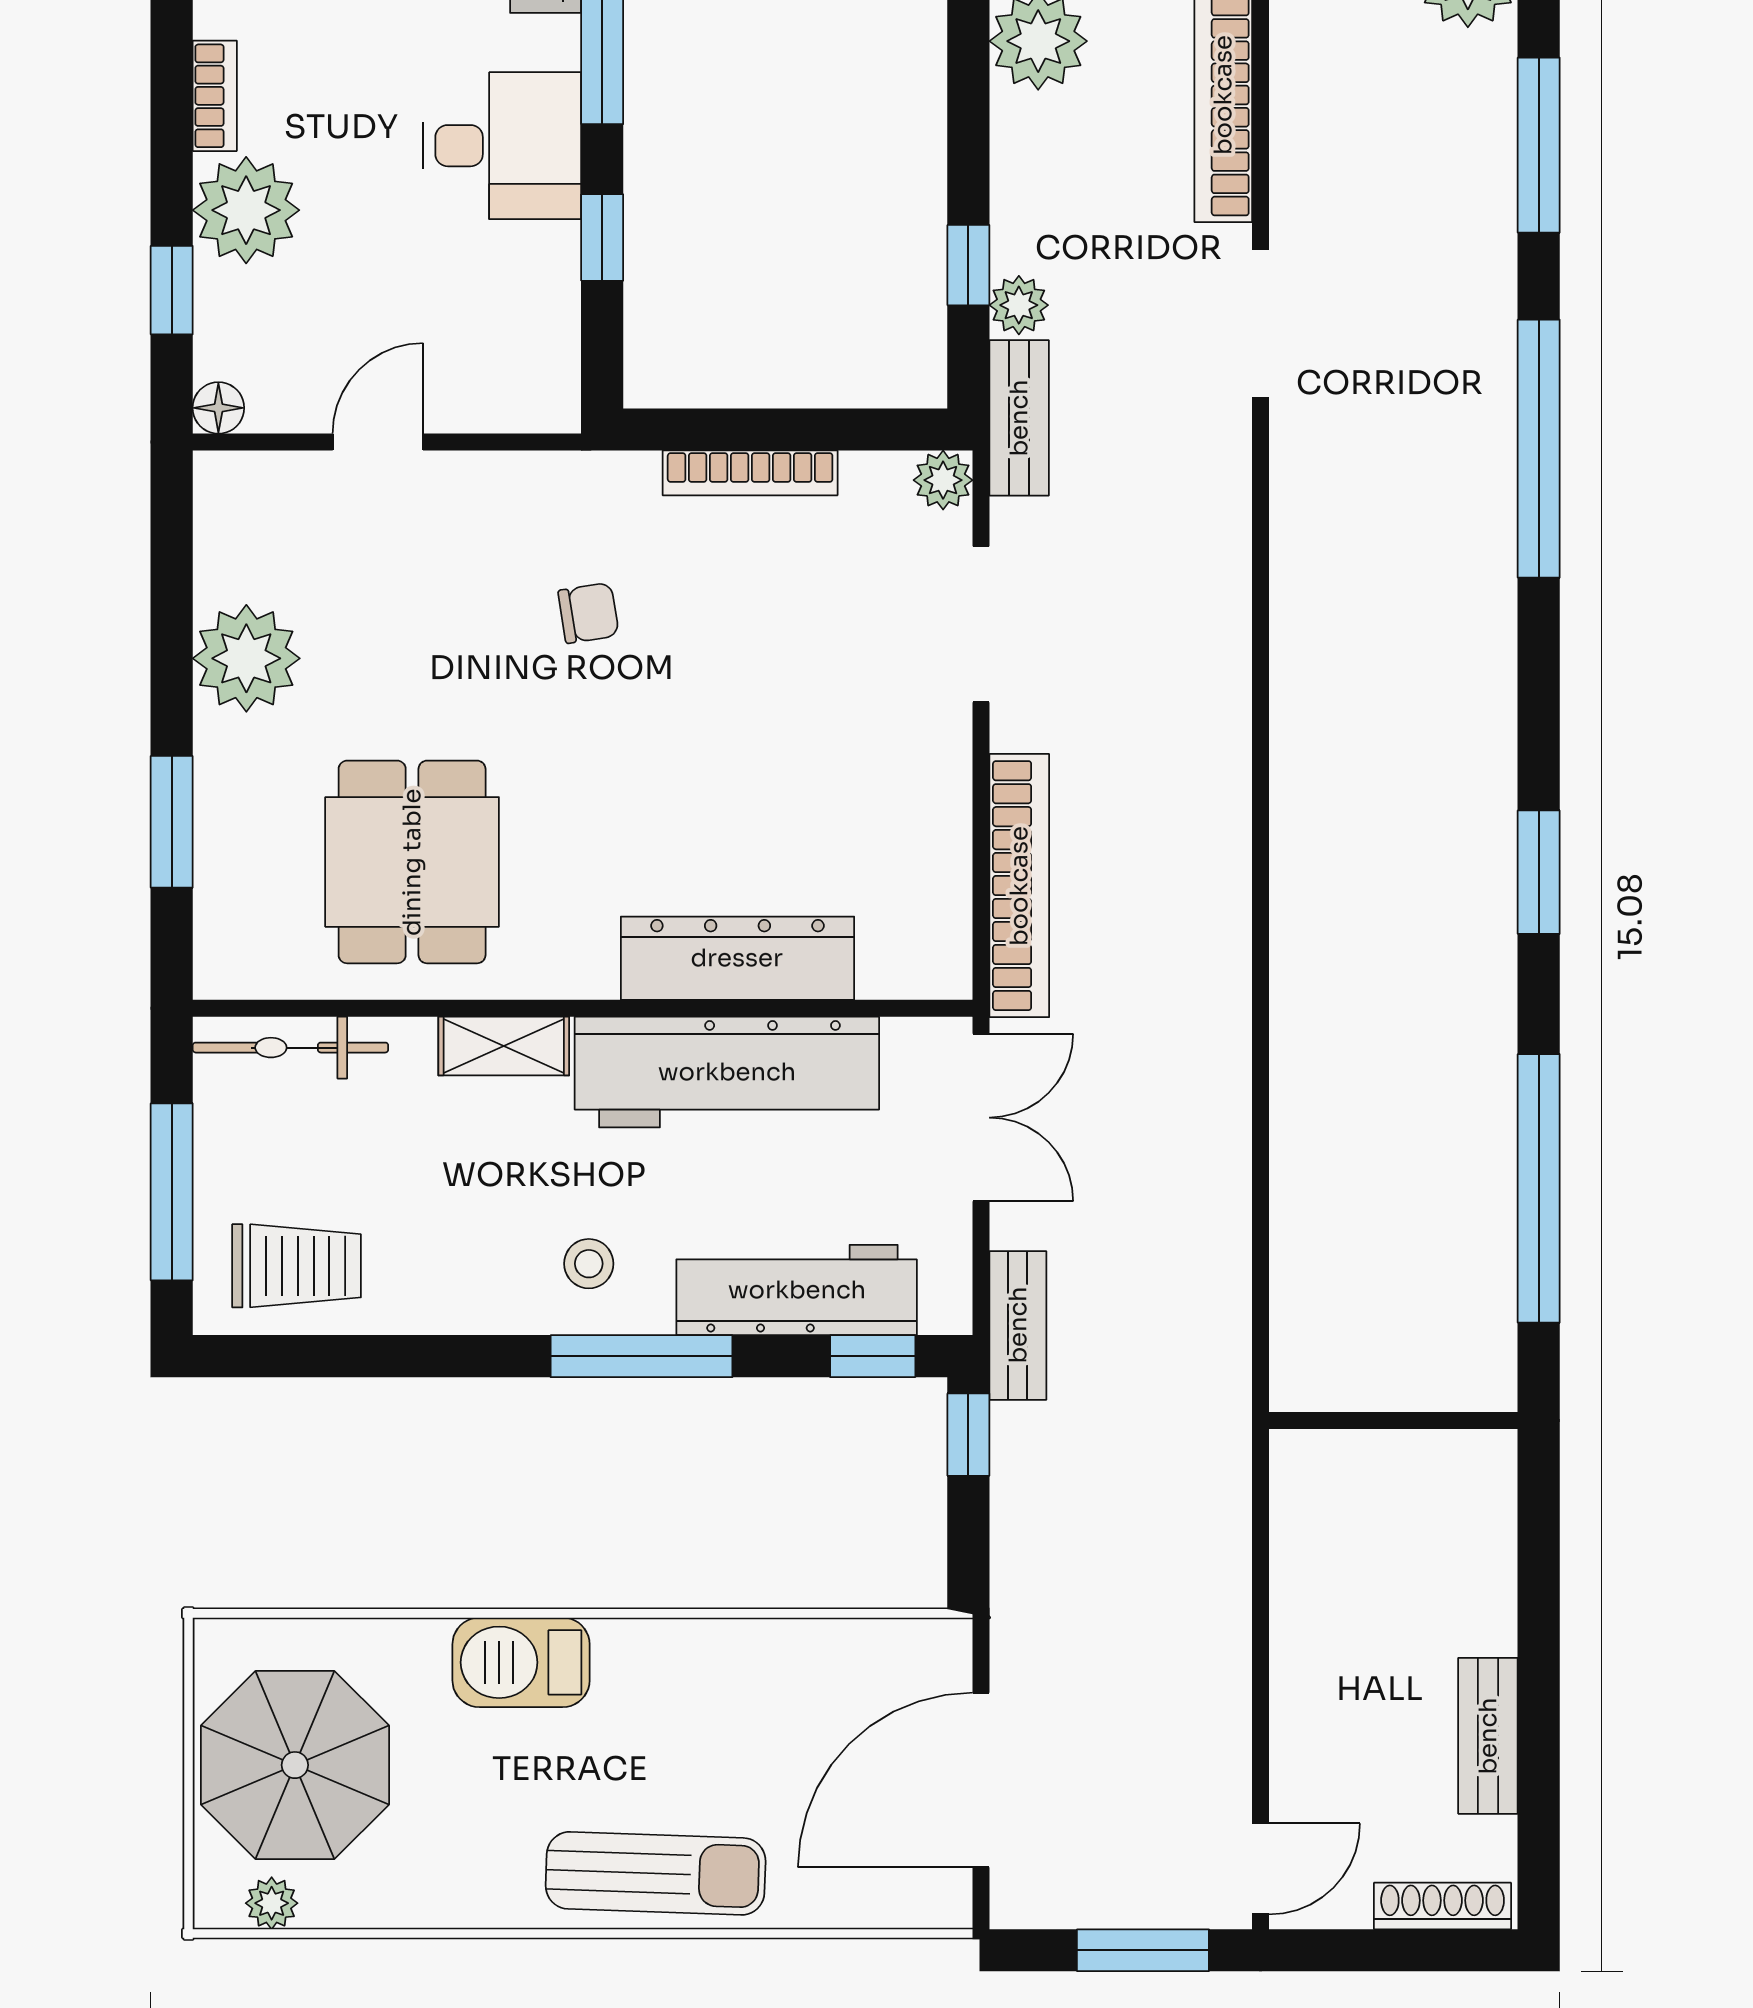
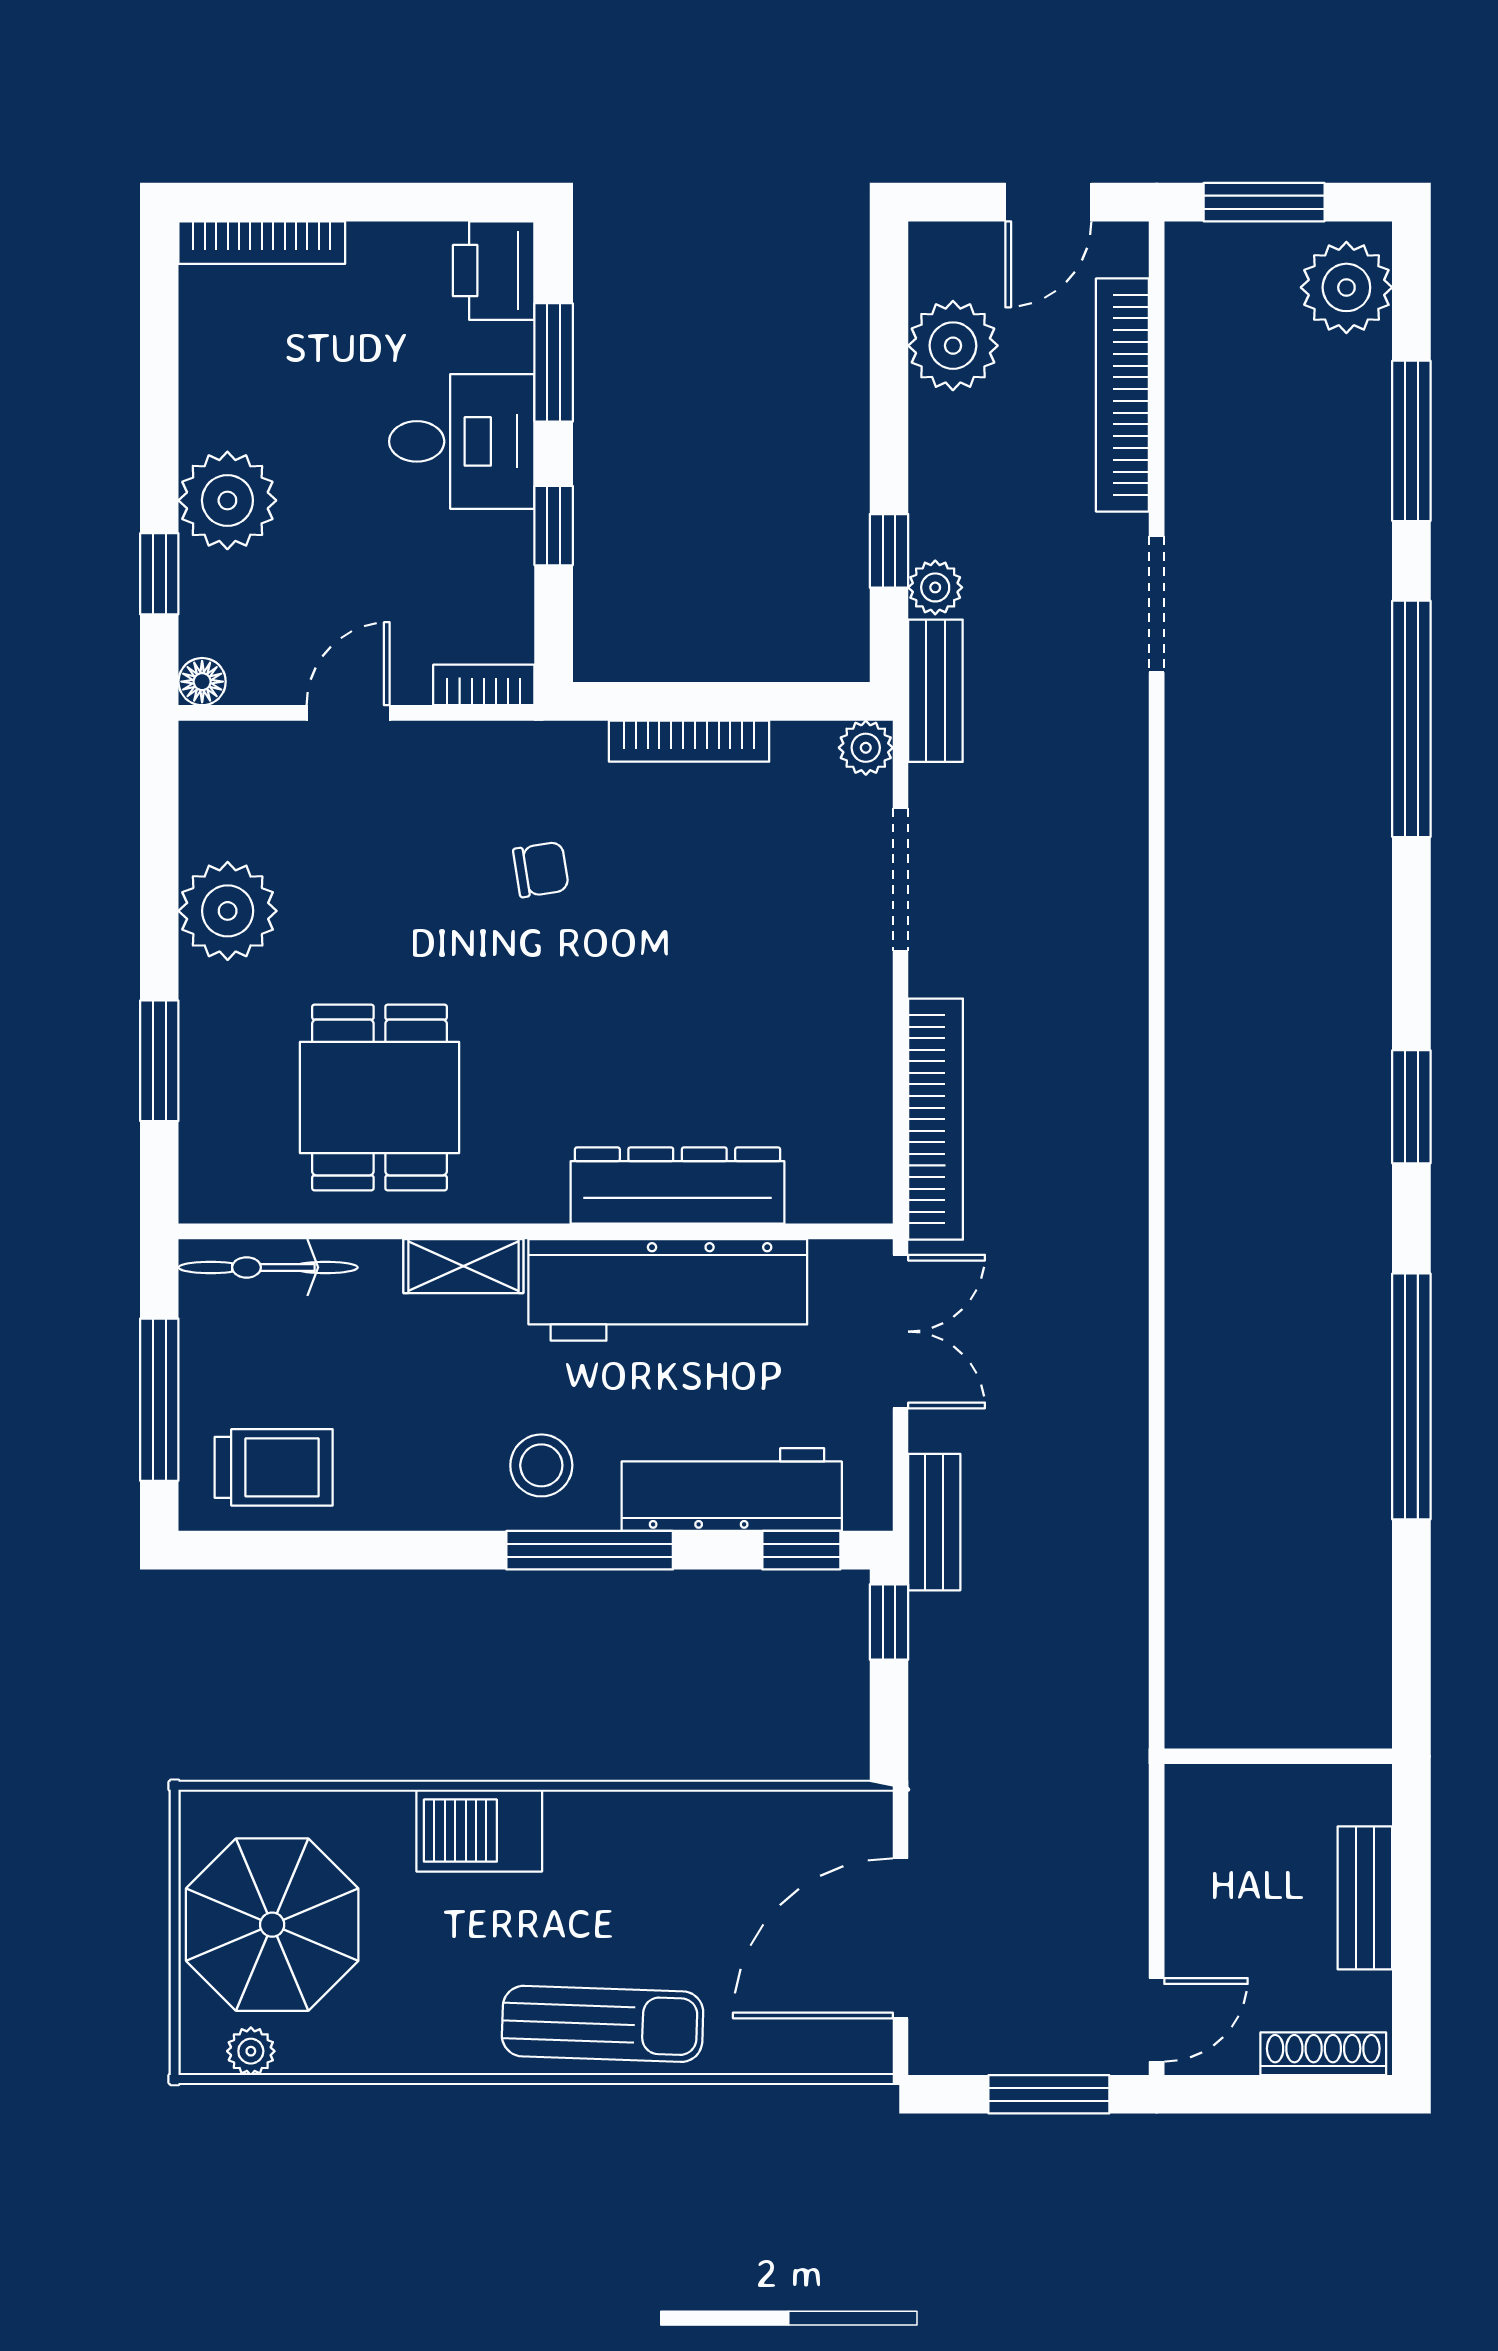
bookcase: (215, 96) -> (484, 685), moved, turned -90
stool: (589, 1264) -> (541, 1465), width x1.37, depth x1.37
wall: (1393, 1421) -> (1278, 1756), moved

